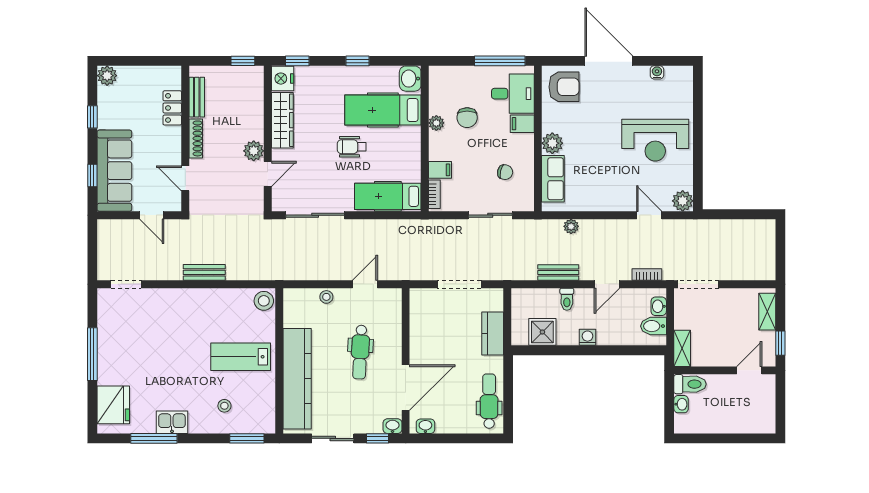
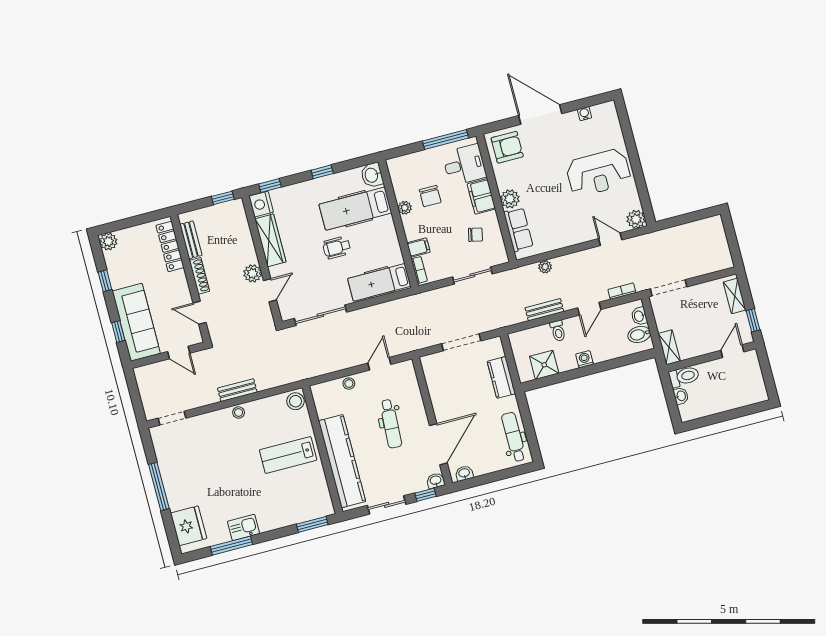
locker: (172, 108) -> (170, 246), width x1.53
filing cabinet: (522, 124) -> (481, 196), width x2.00
stool: (224, 406) -> (239, 412), moved

